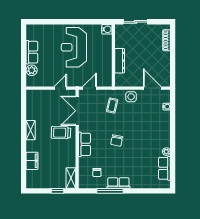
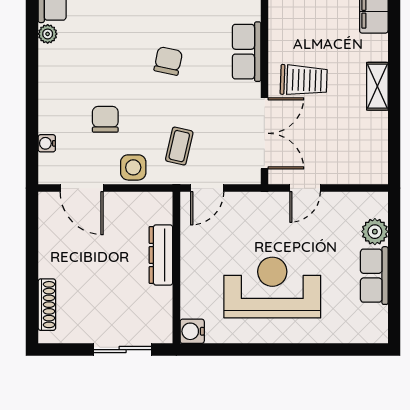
reception desk: (74, 47) -> (272, 288), turned -90
door: (90, 88) -> (207, 188), moved
chair: (143, 117) -> (105, 119), added

